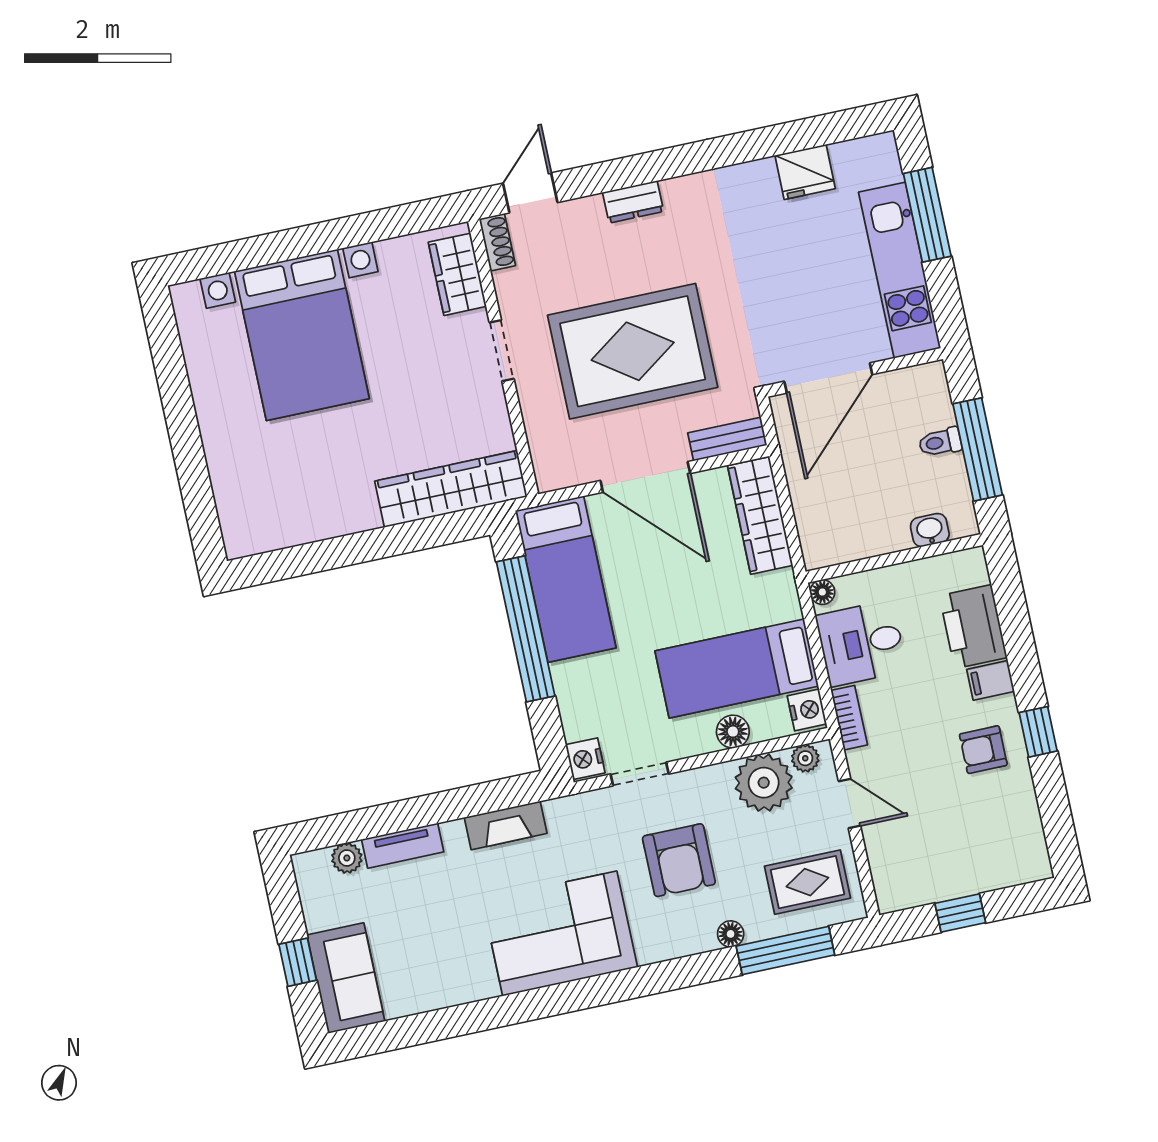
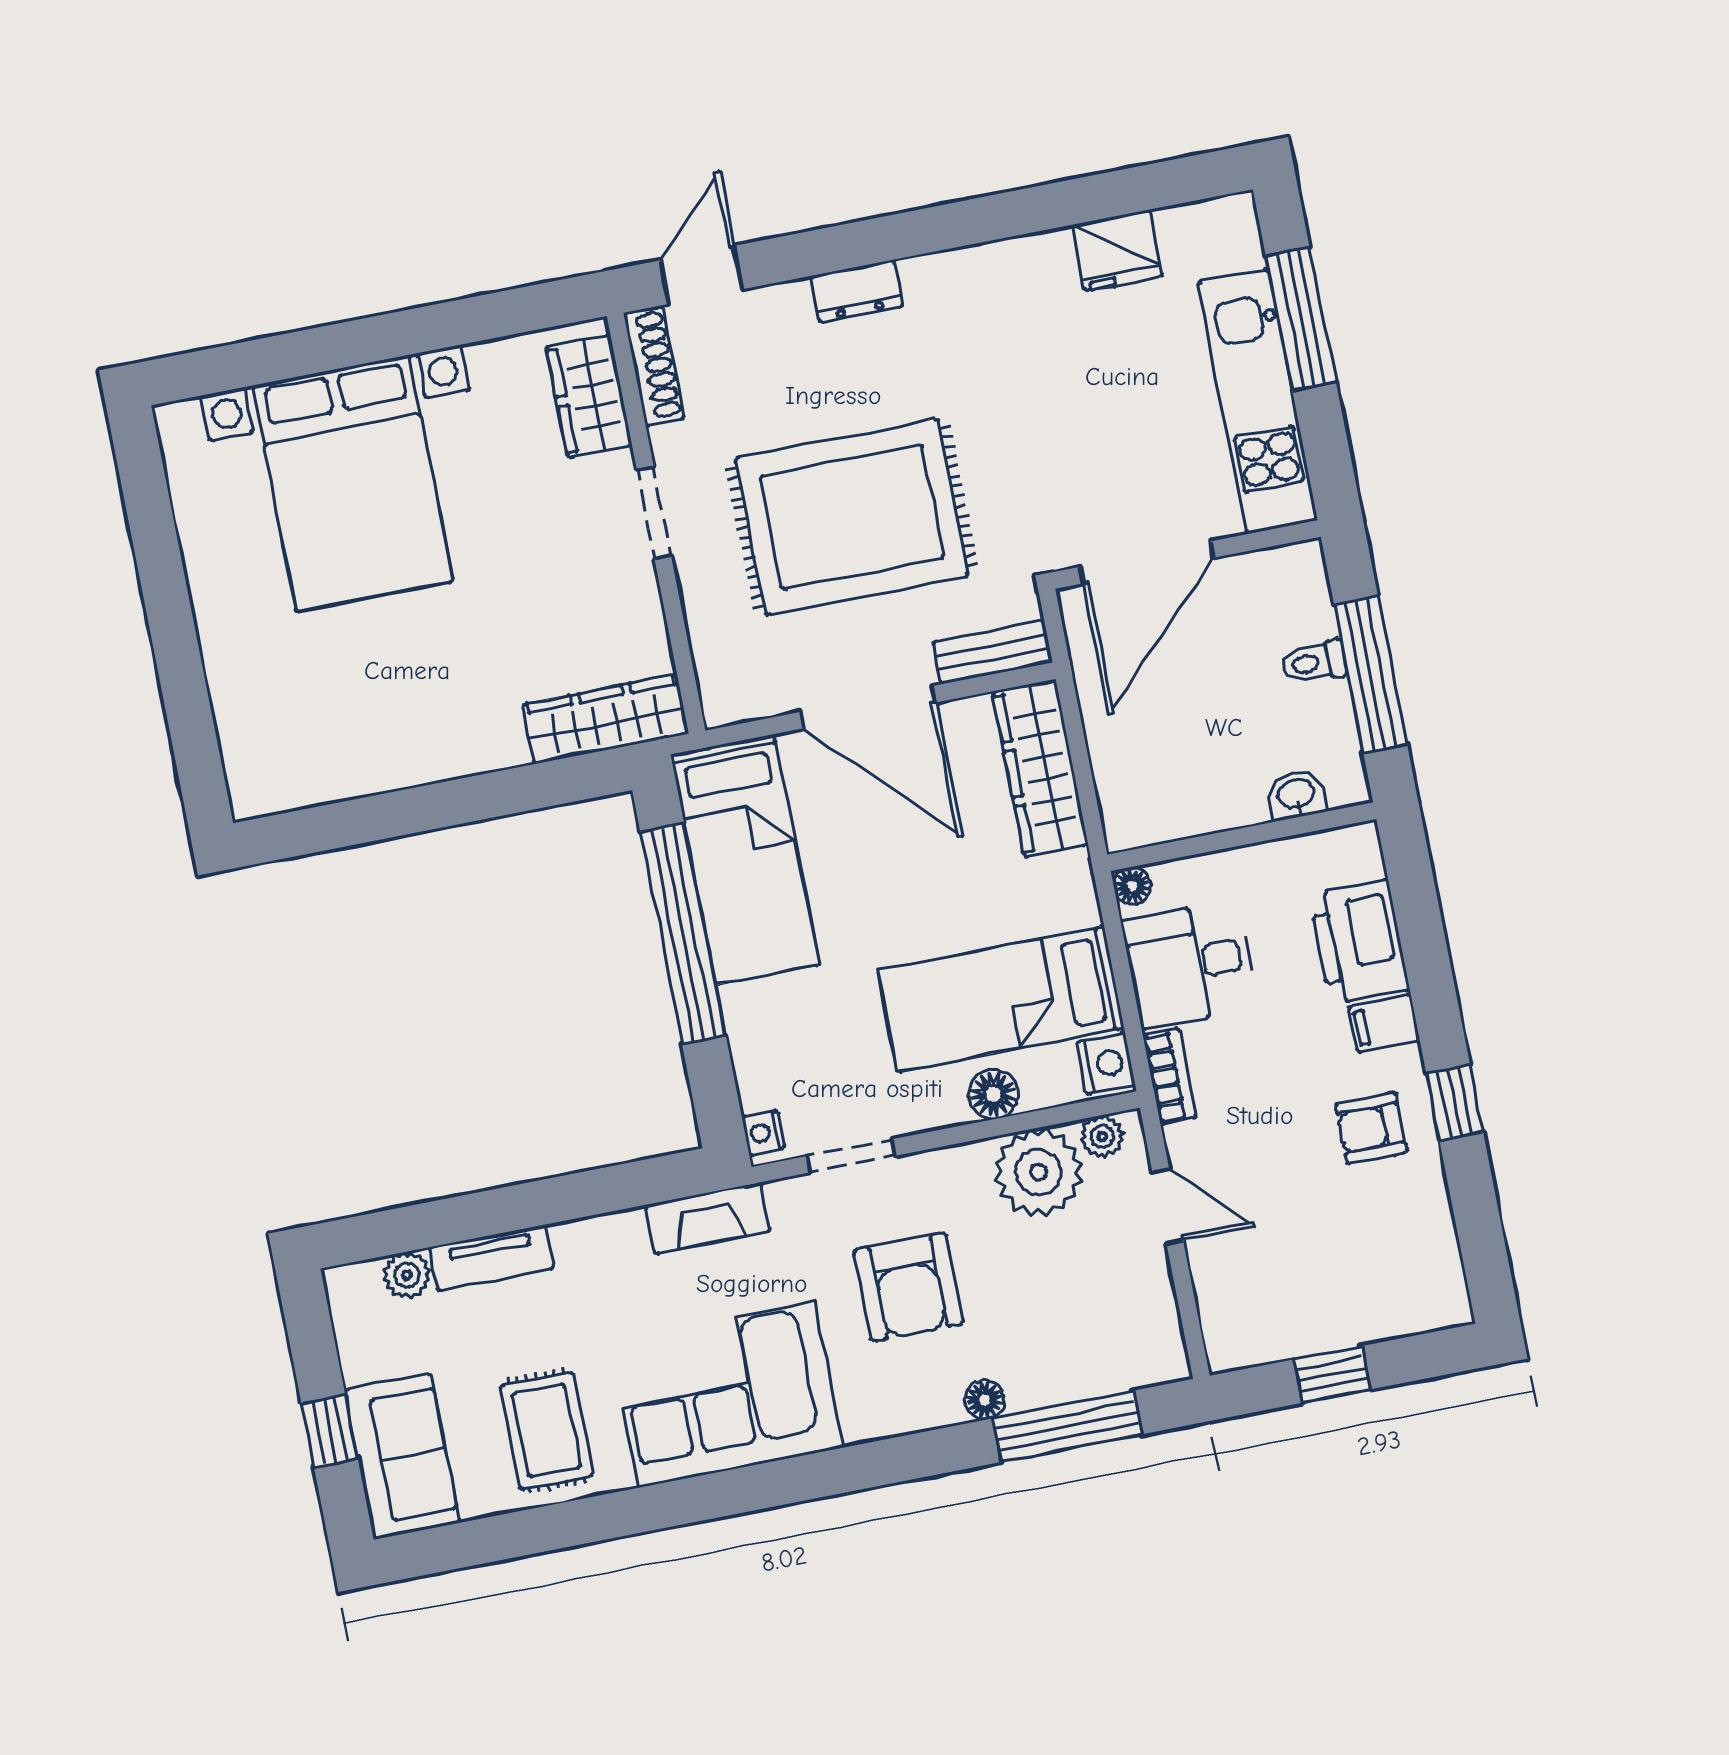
shoe rack: (497, 242) -> (654, 366), width x1.43
wardrobe: (451, 489) -> (606, 719), width x0.71, depth x0.85
nightstand: (585, 759) -> (763, 1133), width x0.72, depth x0.74
fireplace: (506, 825) -> (708, 1218), moved
rug: (807, 882) -> (546, 1431), moved, turned 90

